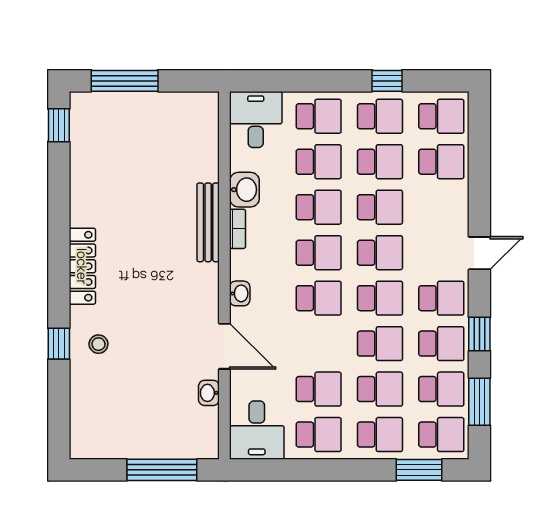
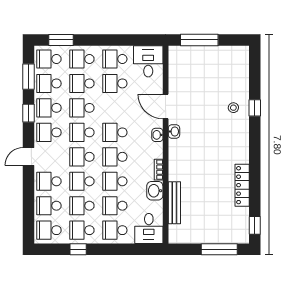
school desk: (441, 207) -> (49, 181), added
bench: (208, 222) -> (174, 203), moved
locker: (82, 266) -> (242, 185), moved
washbasin: (209, 393) -> (174, 131), moved

